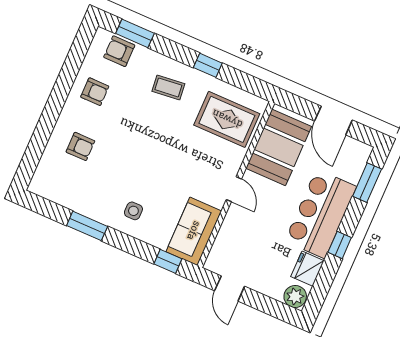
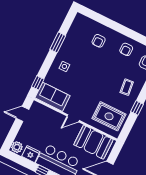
rug: (227, 119) -> (109, 116), turned 90

